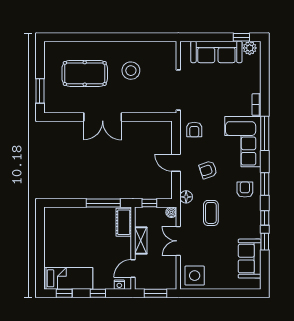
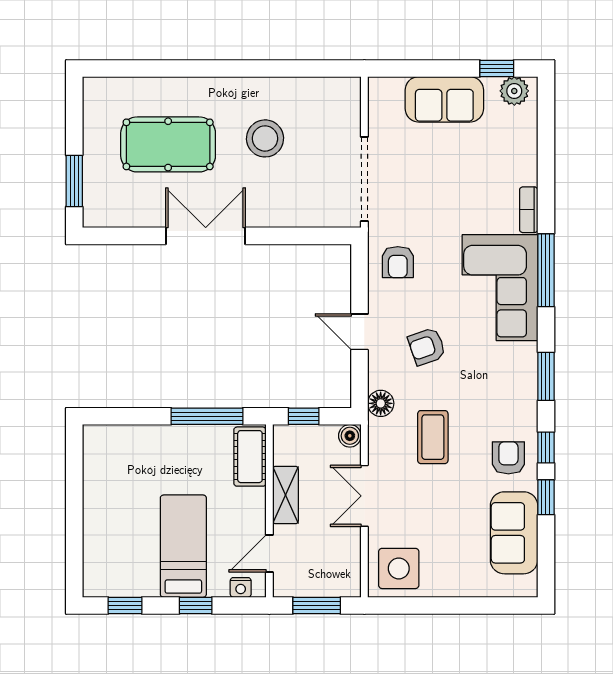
sofa: (216, 52) -> (444, 99), width x0.73
double door: (103, 117) -> (206, 236), swing flipped
armchair: (245, 190) -> (508, 458), moved
bed: (68, 278) -> (183, 546), moved, turned -90

